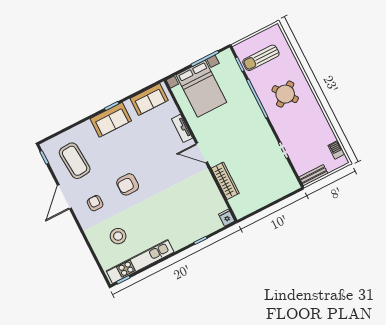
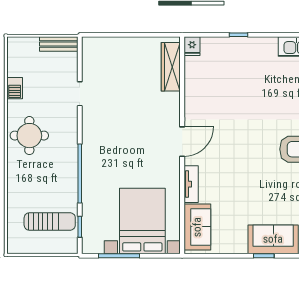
round table: (285, 94) -> (29, 136), moved, turned 36
sofa: (149, 99) -> (197, 227), moved, turned 90
barbecue: (336, 150) -> (15, 88), moved
door: (202, 153) -> (182, 142), hinge flipped
wardrobe: (225, 181) -> (171, 67), moved

